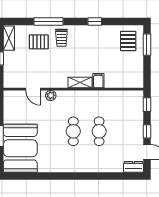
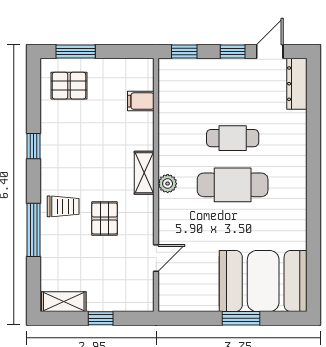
pallet: (39, 42) -> (104, 218), moved
filing cabinet: (98, 81) -> (141, 101), moved
plant: (51, 95) -> (168, 184), moved
cafe table: (73, 131) -> (233, 185), width x1.37, depth x1.35
dresser: (133, 167) -> (297, 84), width x1.44

